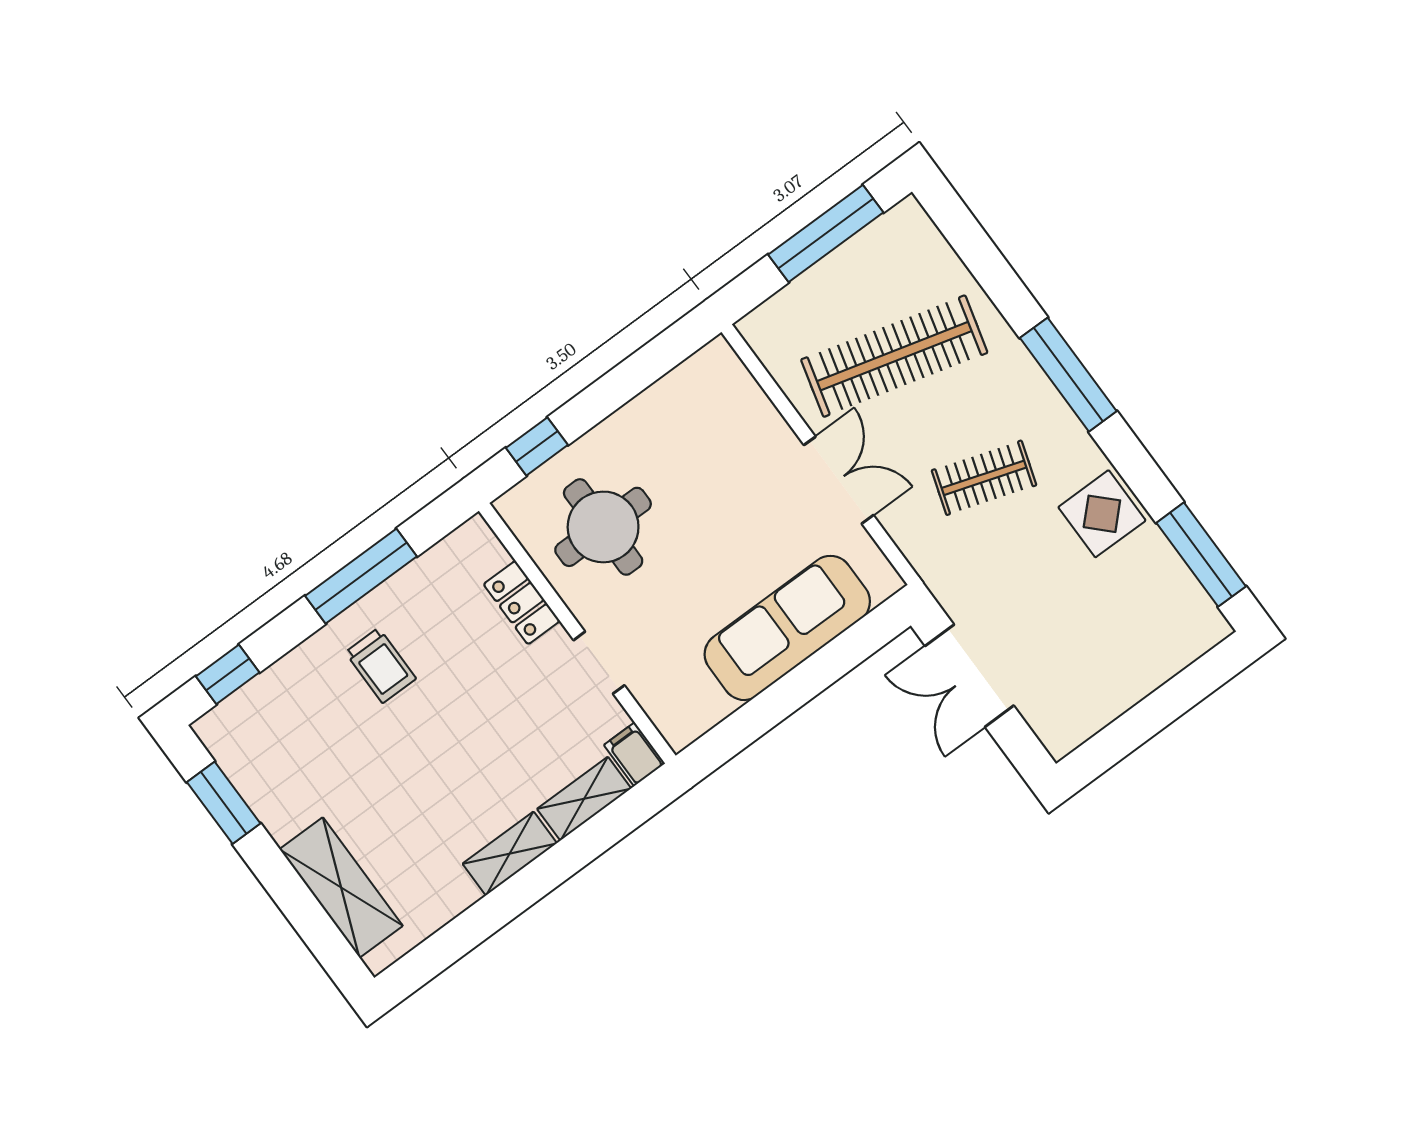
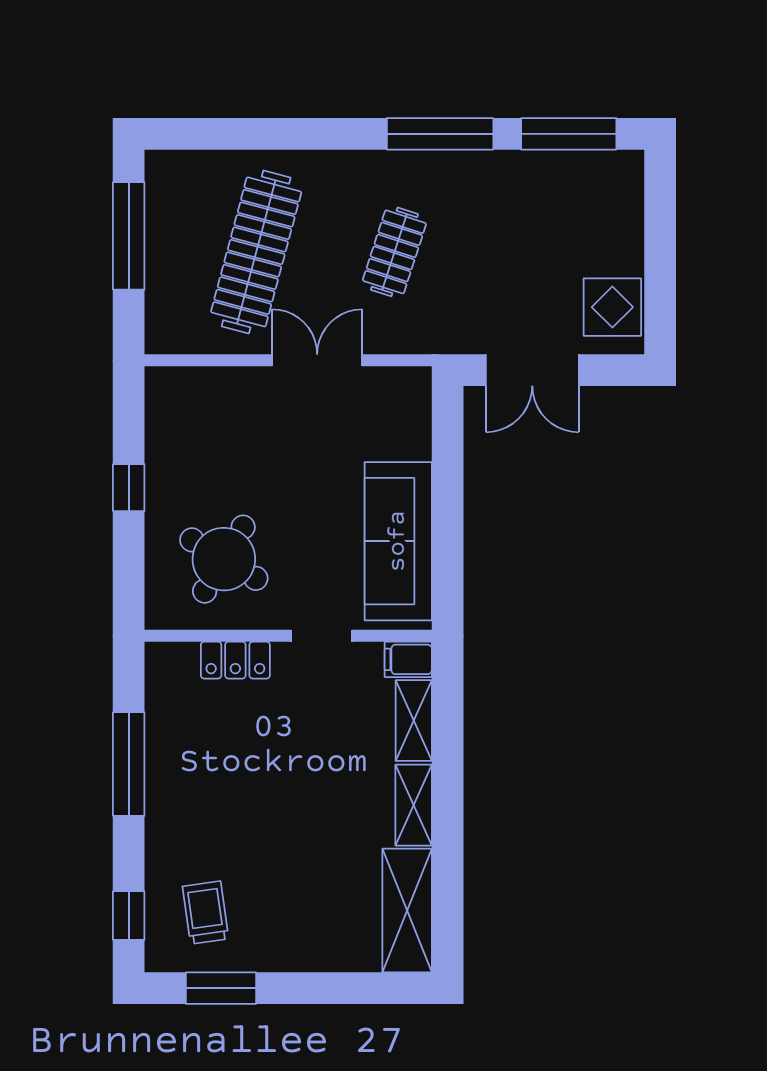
window: (1068, 375) -> (440, 134), moved
window: (537, 446) -> (129, 488), moved
display table: (1102, 514) -> (612, 307), moved
round table: (603, 527) -> (224, 559), turned 31
sofa: (787, 628) -> (398, 541), moved
trolley: (381, 665) -> (206, 913), moved, turned -98
shelving: (341, 888) -> (407, 911), moved, turned 90

